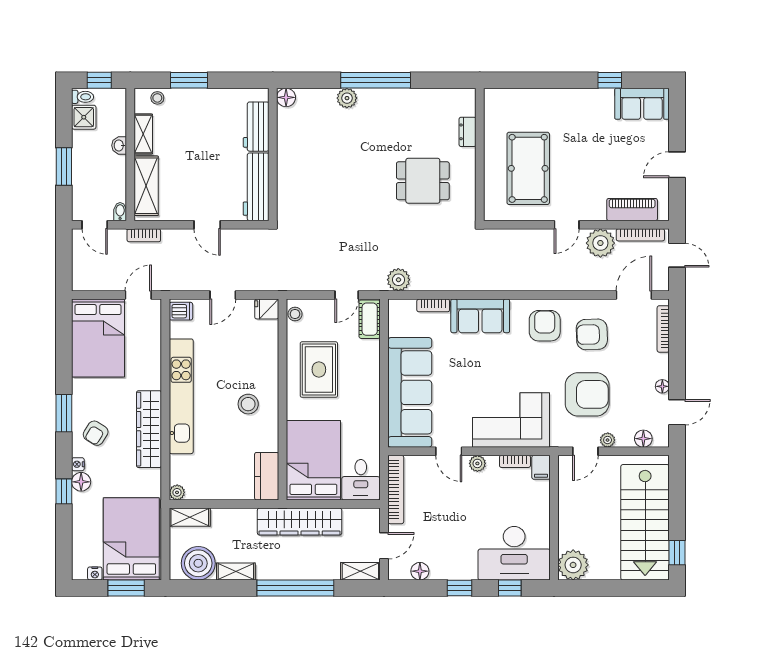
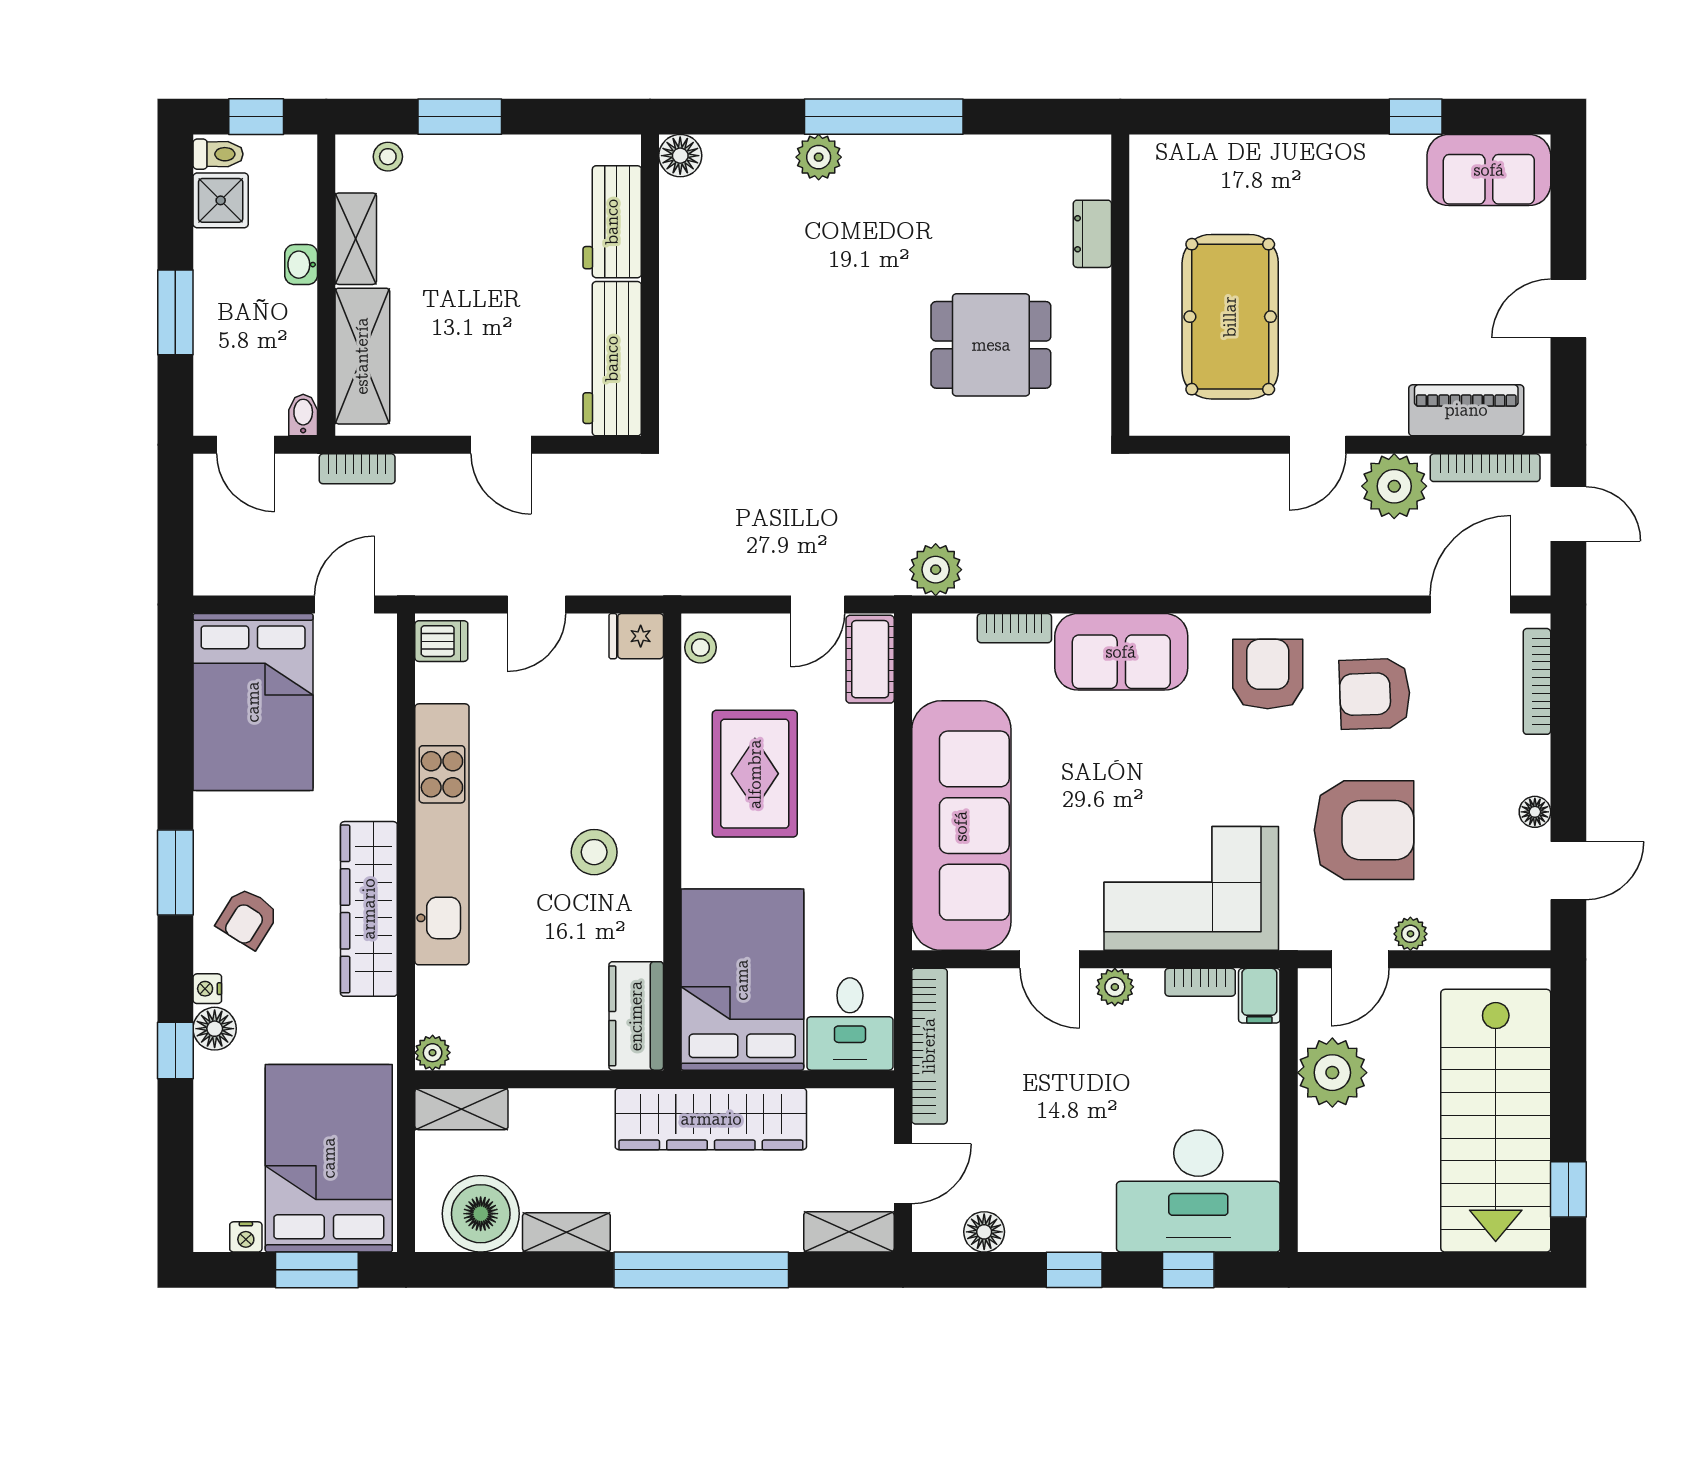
floor lamp: (643, 439) -> (1492, 931), removed
plant: (573, 565) -> (1332, 1073), moved

